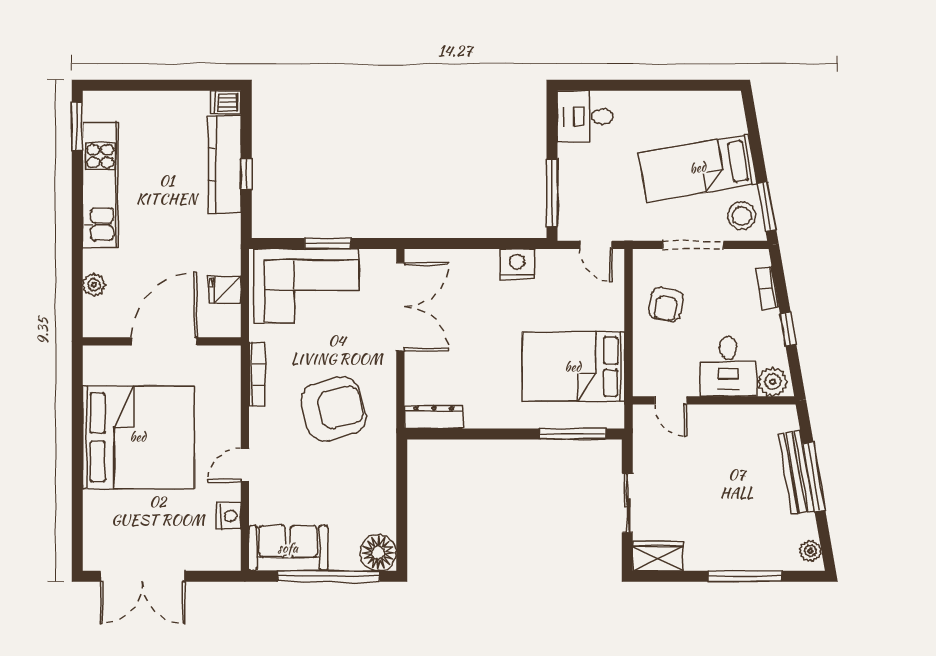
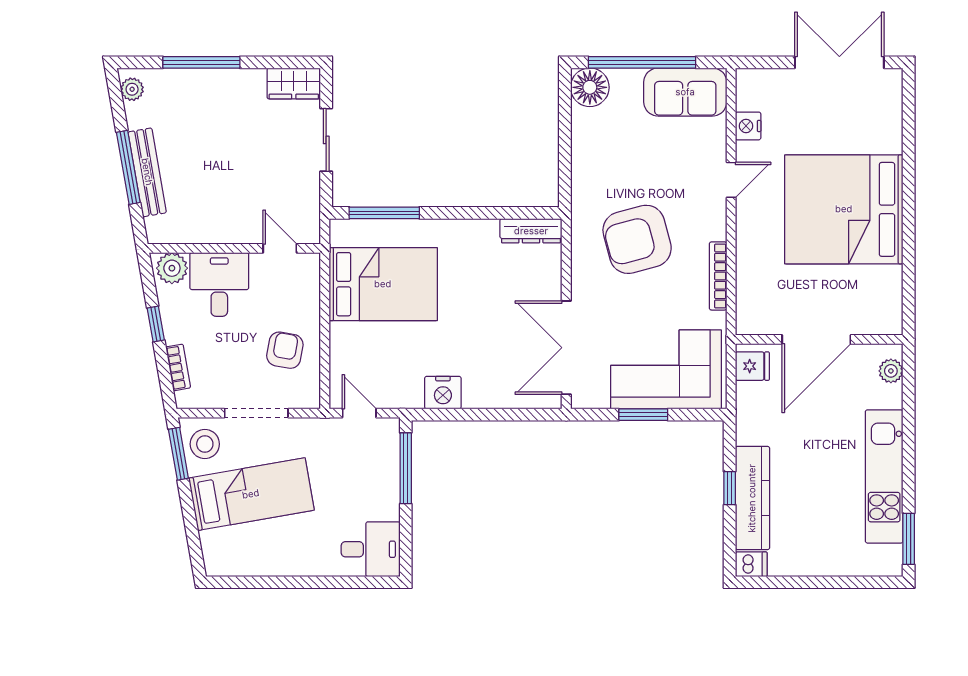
wall: (162, 341) -> (819, 339), moved
door: (164, 341) -> (816, 339), moved

